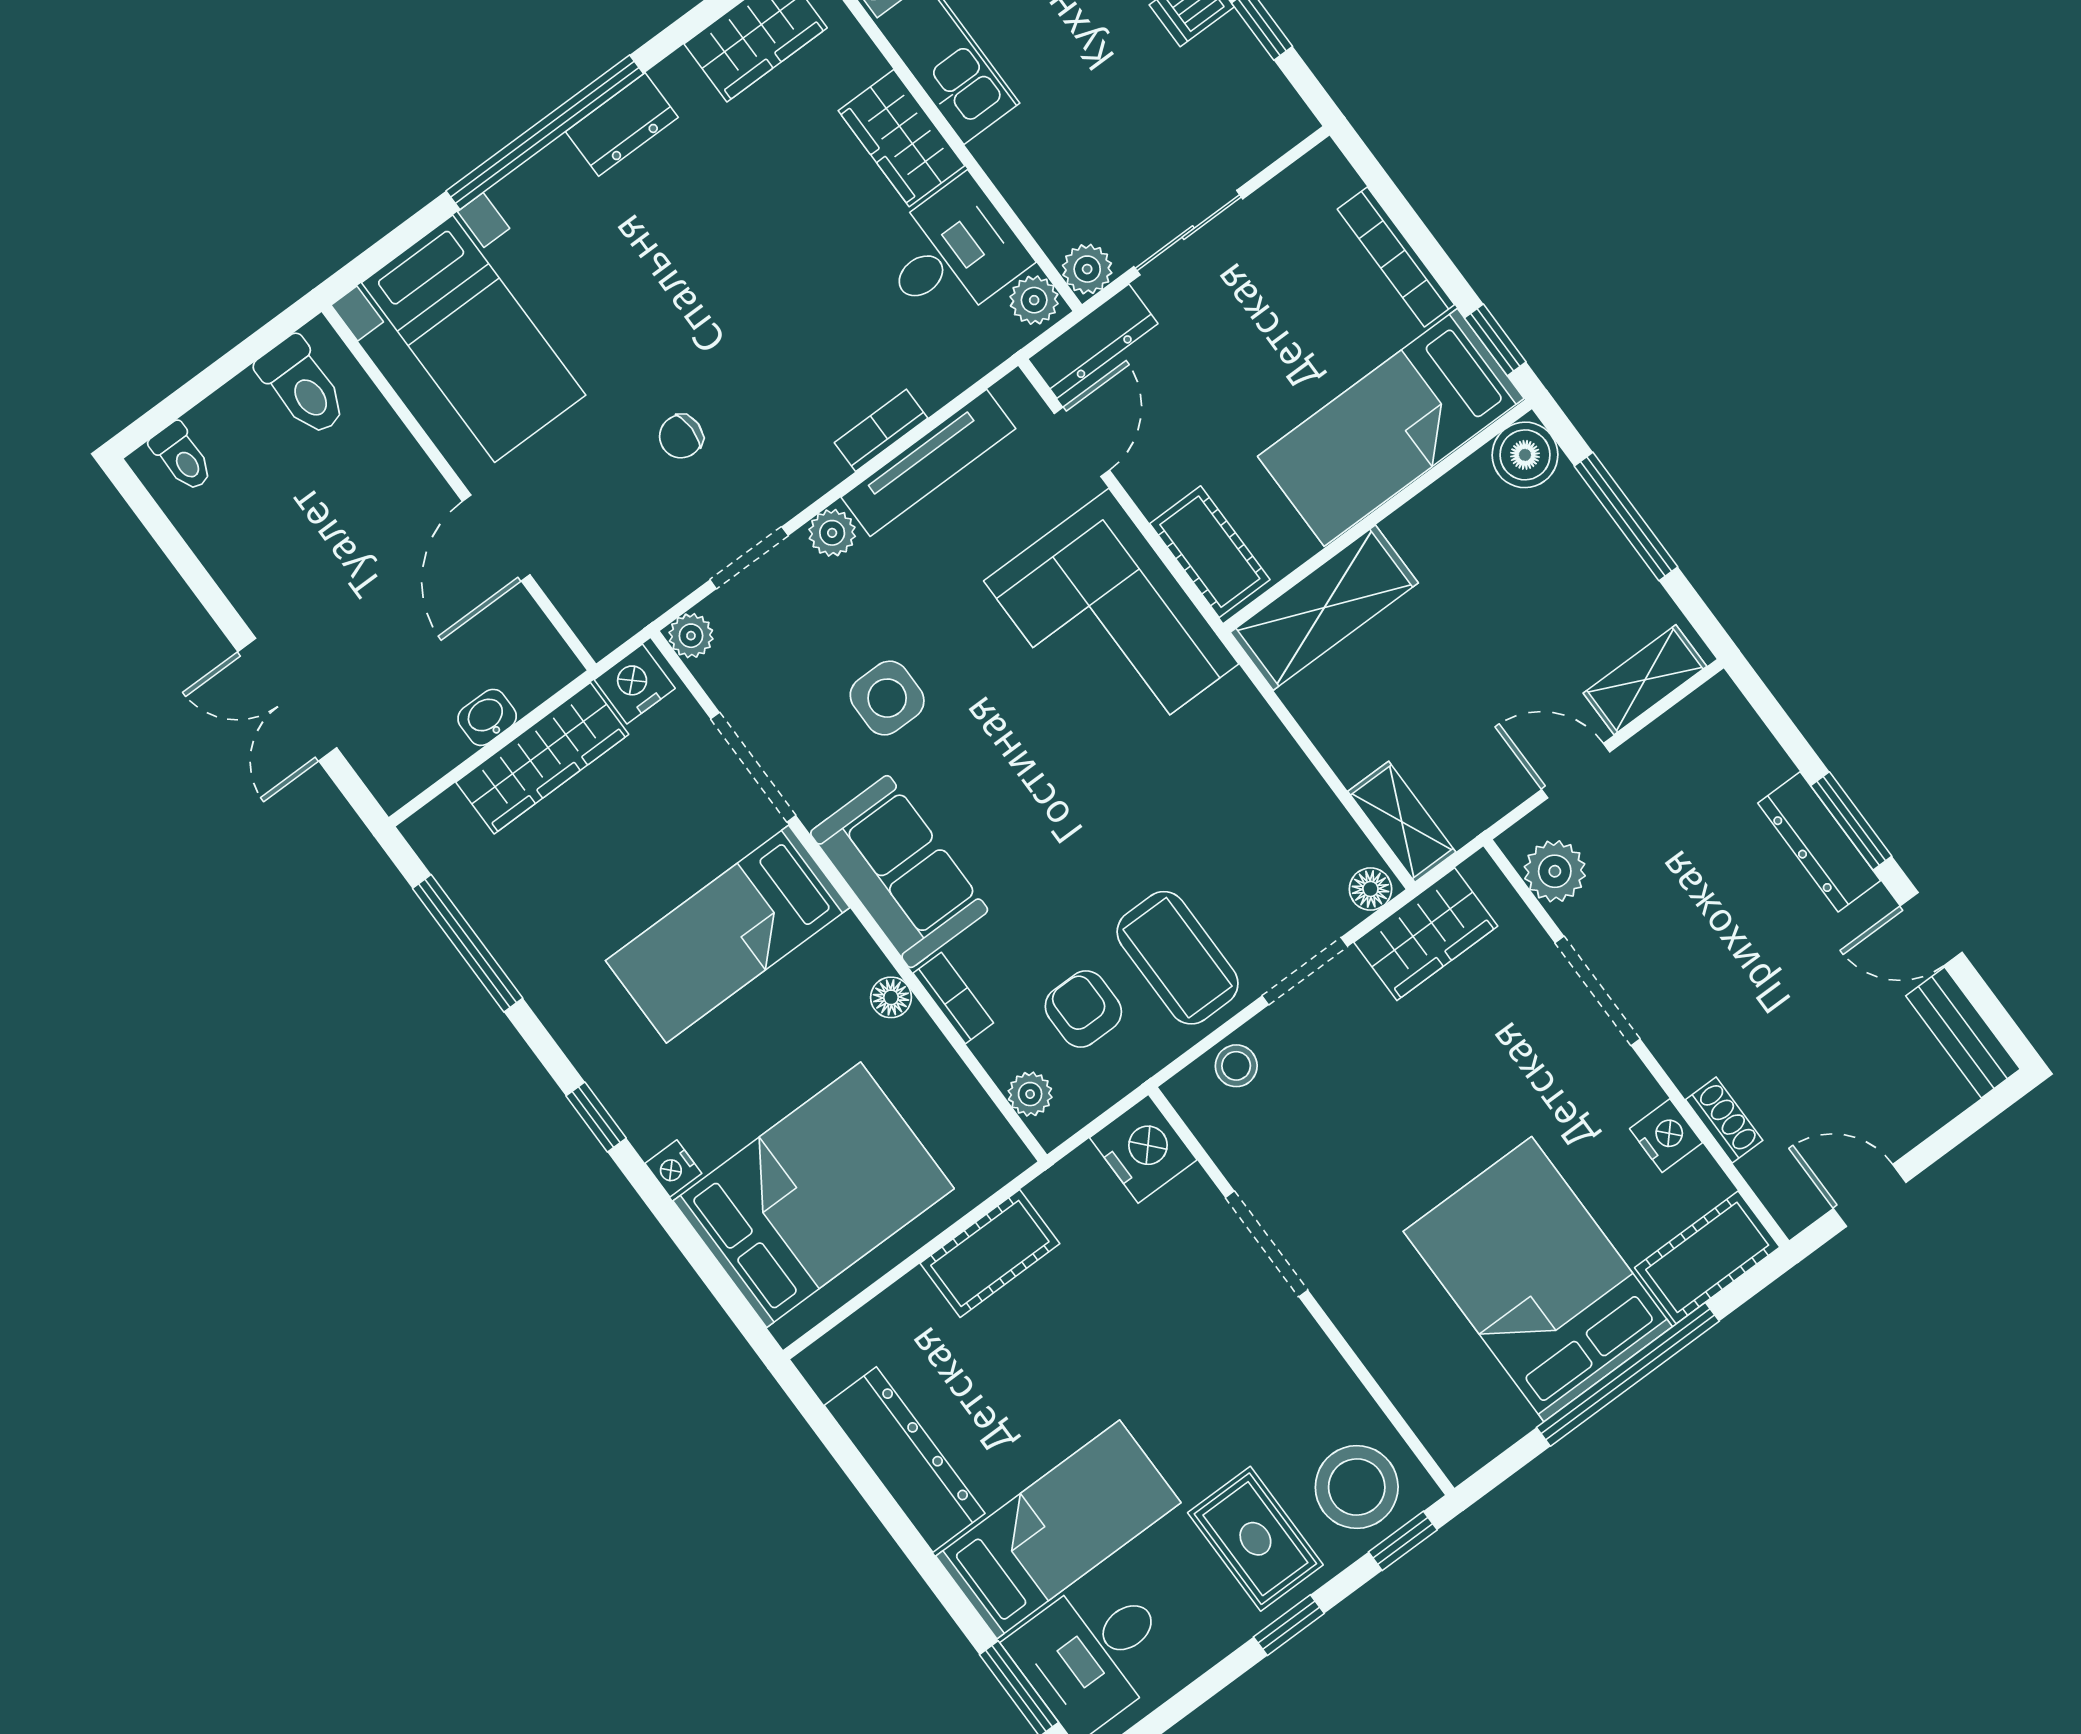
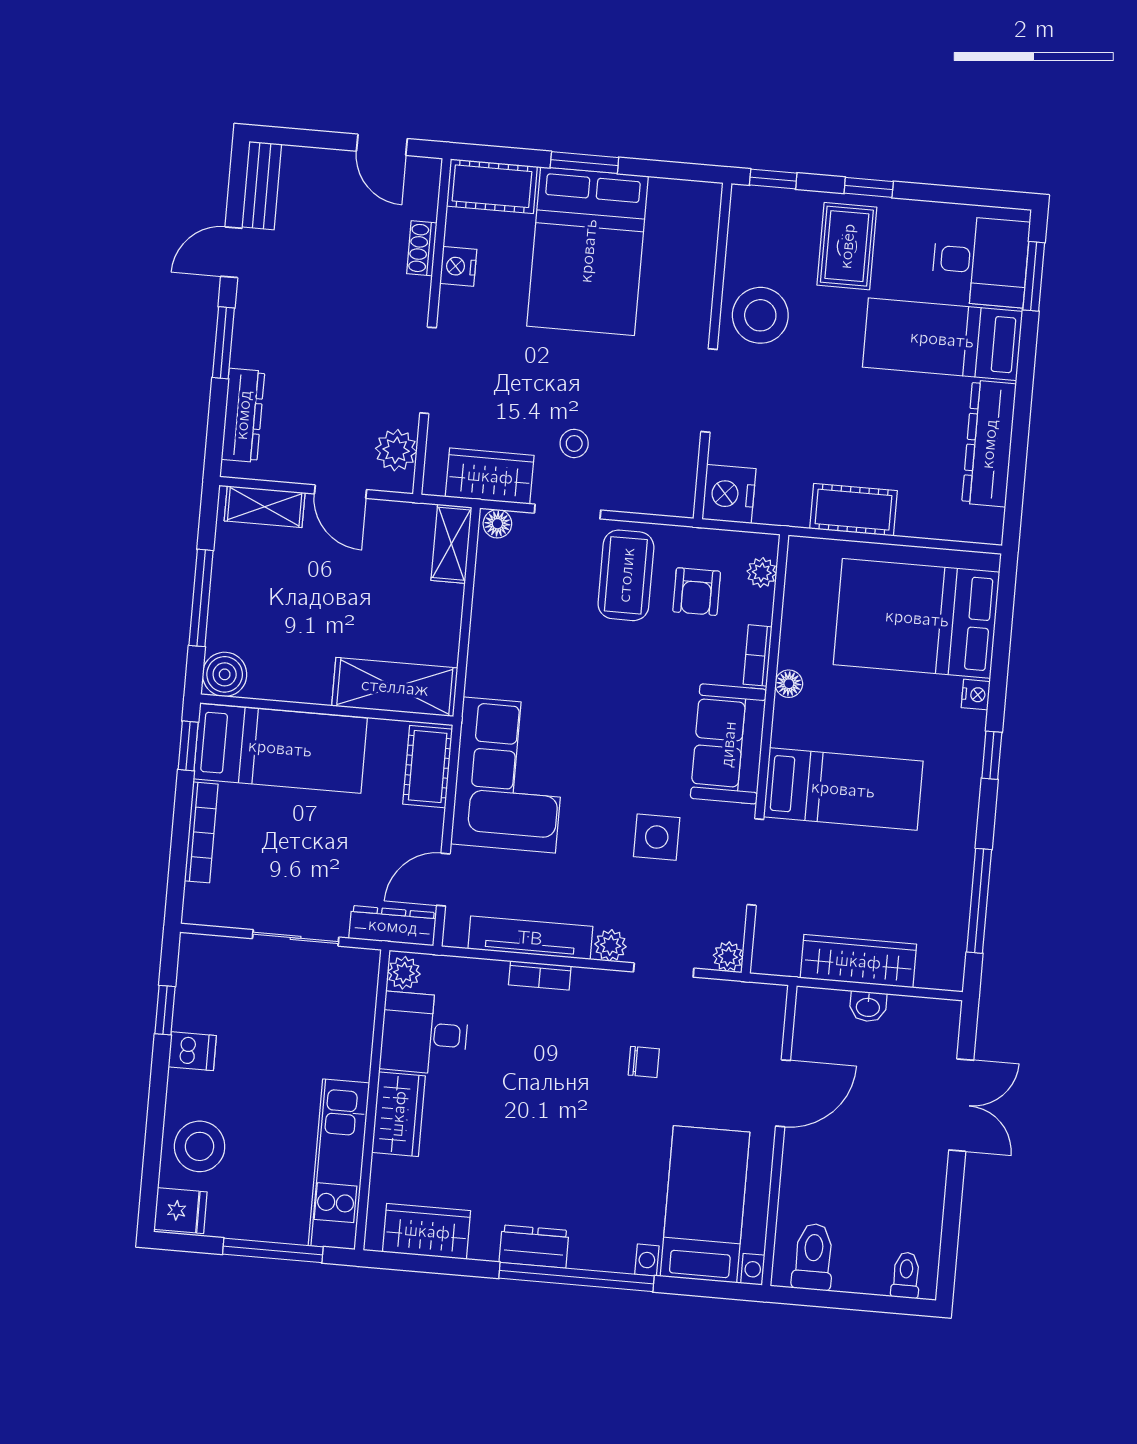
plant: (1087, 269) -> (363, 965), removed
nightstand: (635, 684) -> (778, 957), removed
dresser: (1819, 842) -> (243, 415), moved
door: (1931, 929) -> (231, 252), swing flipped
stool: (1236, 1066) -> (574, 443), moved
window: (1628, 1374) -> (584, 163), width x0.47
stool: (1357, 1487) -> (760, 315), moved

